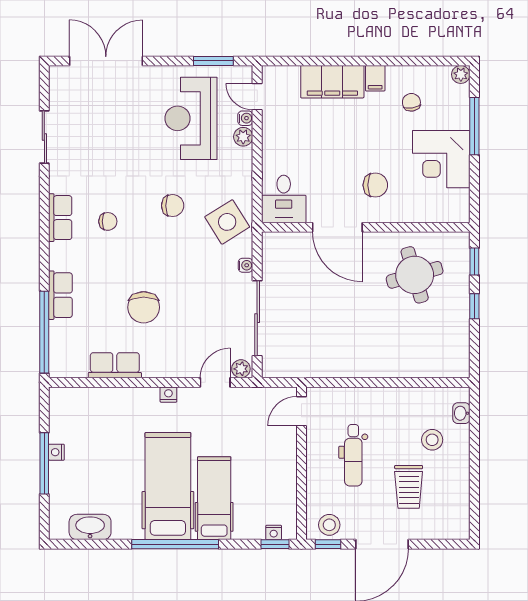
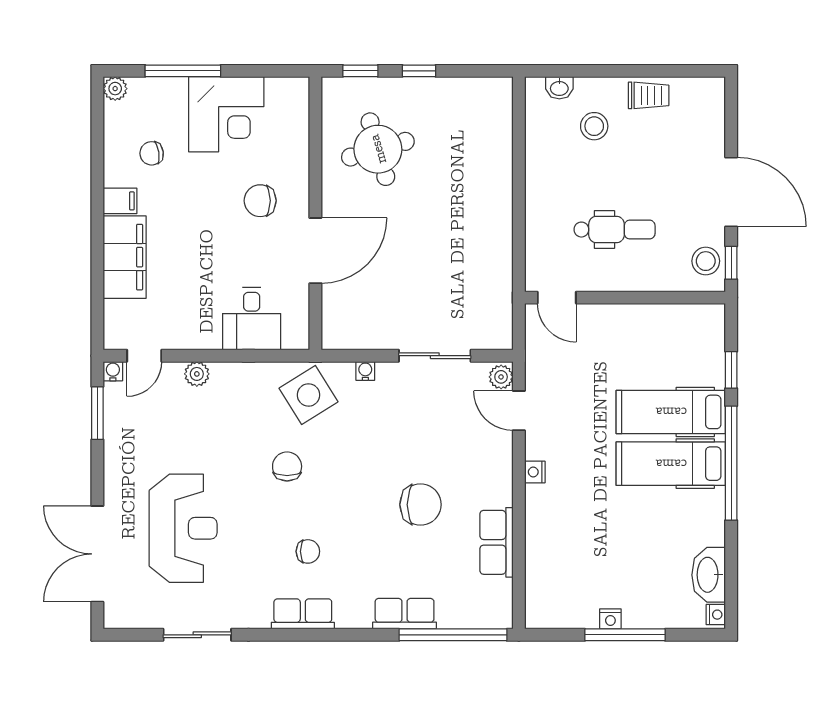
reception desk: (191, 118) -> (183, 528), moved, turned -90
water cooler: (245, 118) -> (113, 371), moved
chair: (375, 185) -> (260, 201), turned -90
desk: (284, 199) -> (252, 319), moved, turned 90
chair: (108, 221) -> (308, 551), turned 90
sliding door: (257, 318) -> (435, 356), width x0.73
hospital bed: (168, 486) -> (671, 464), width x0.73, depth x0.78
trolley: (409, 487) -> (649, 95), moved, width x0.73, depth x0.72
nightstand: (274, 532) -> (716, 615), moved
window: (275, 544) -> (731, 370), moved

